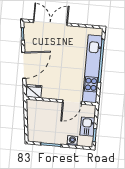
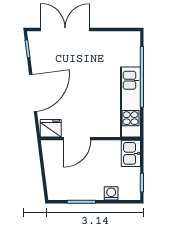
kitchen unit: (92, 69) -> (130, 102), width x0.73
door: (72, 102) -> (77, 139), moved
kitchen sink: (87, 127) -> (131, 153), moved

